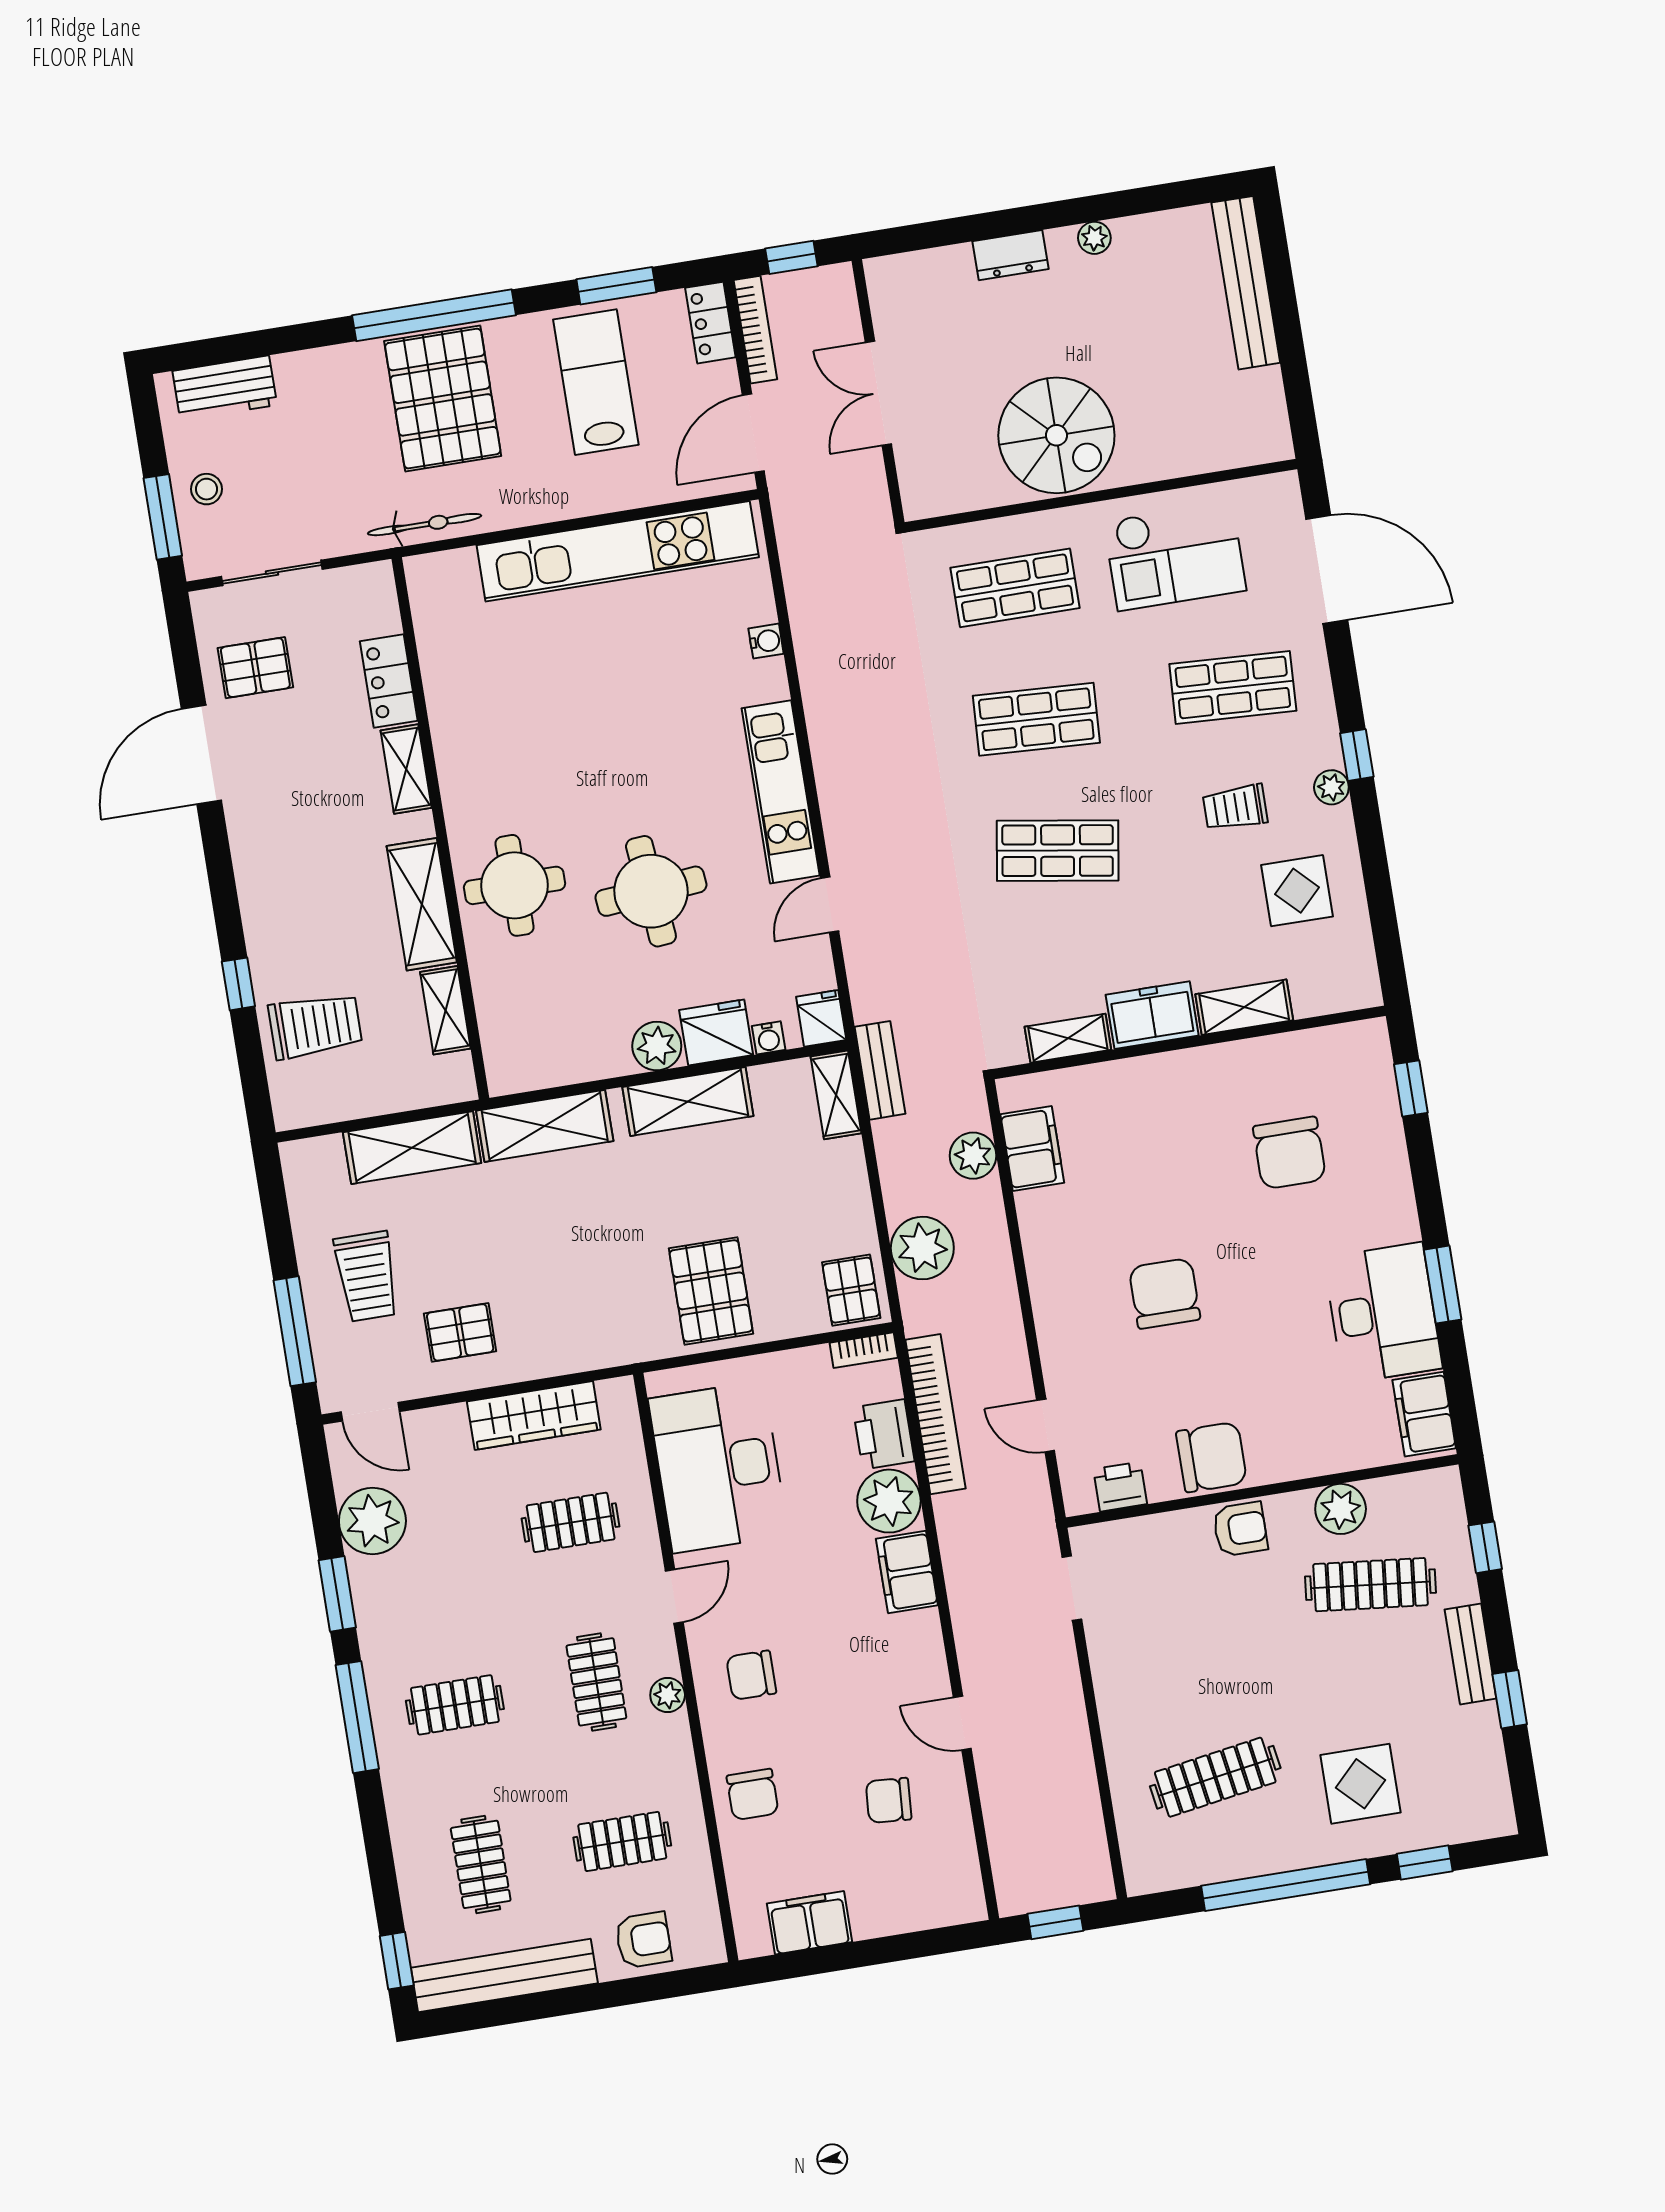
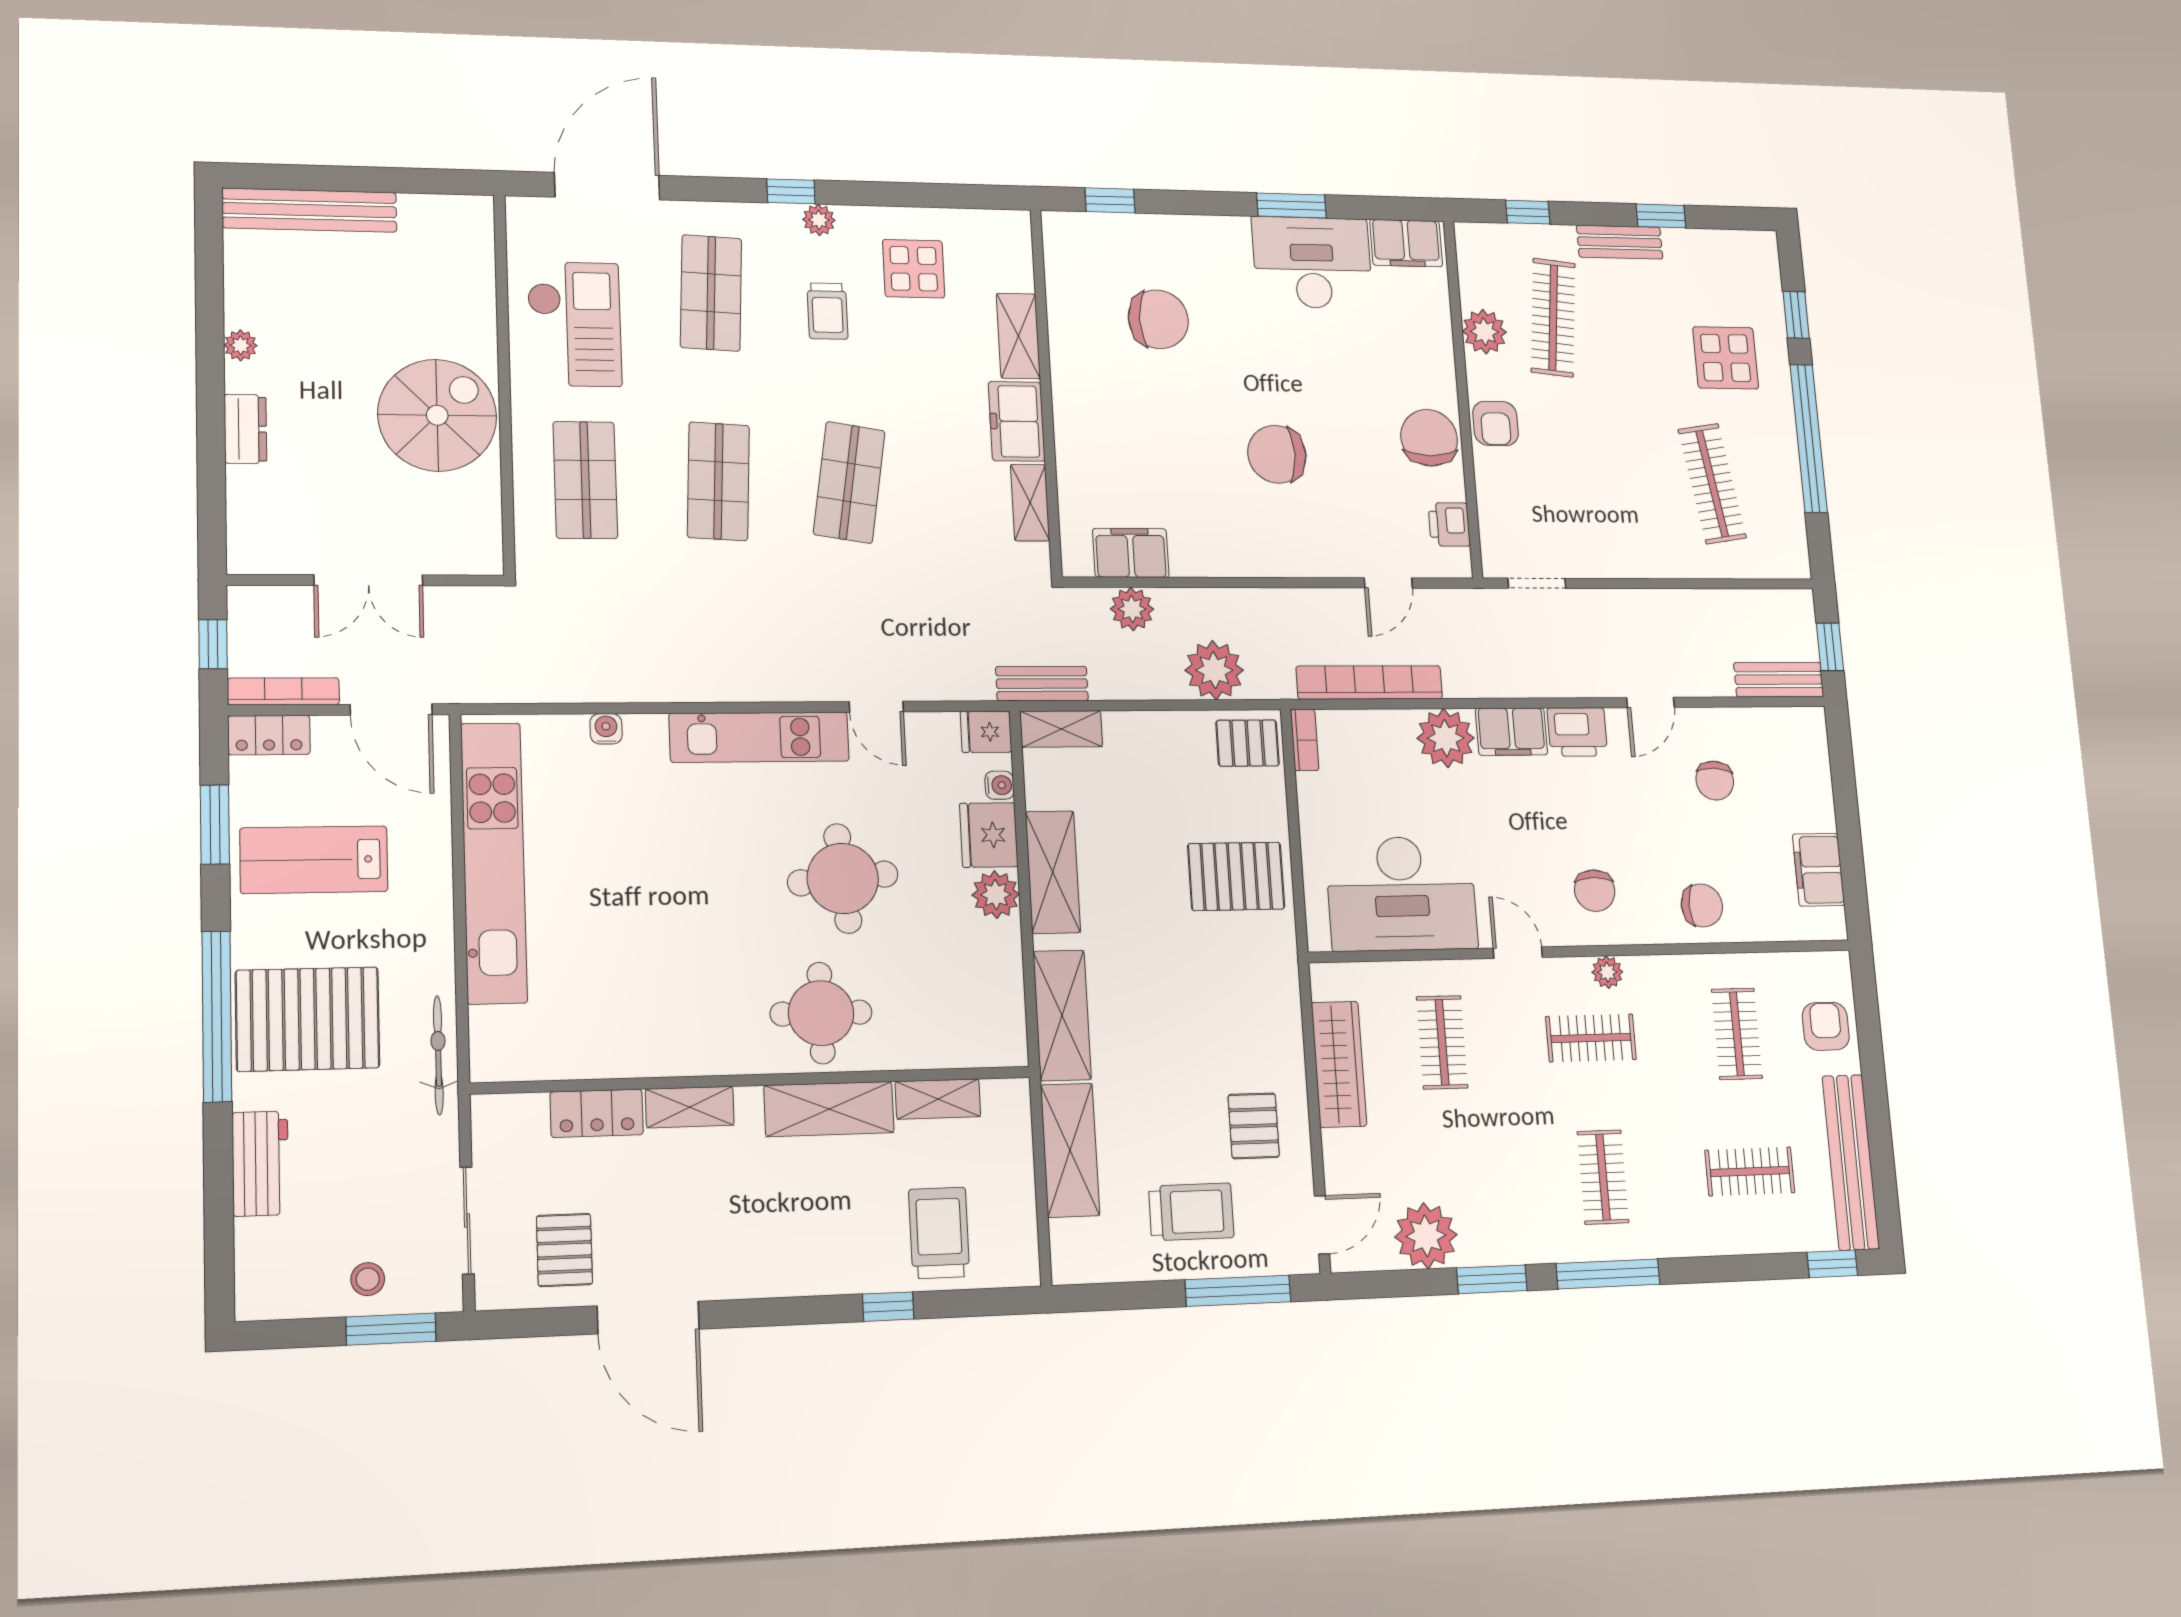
workbench: (225, 388) -> (260, 1164), moved
printer: (884, 1434) -> (1577, 732), moved
armchair: (1240, 1529) -> (1495, 423), turned 180
bench: (1010, 1866) -> (1779, 680), added

